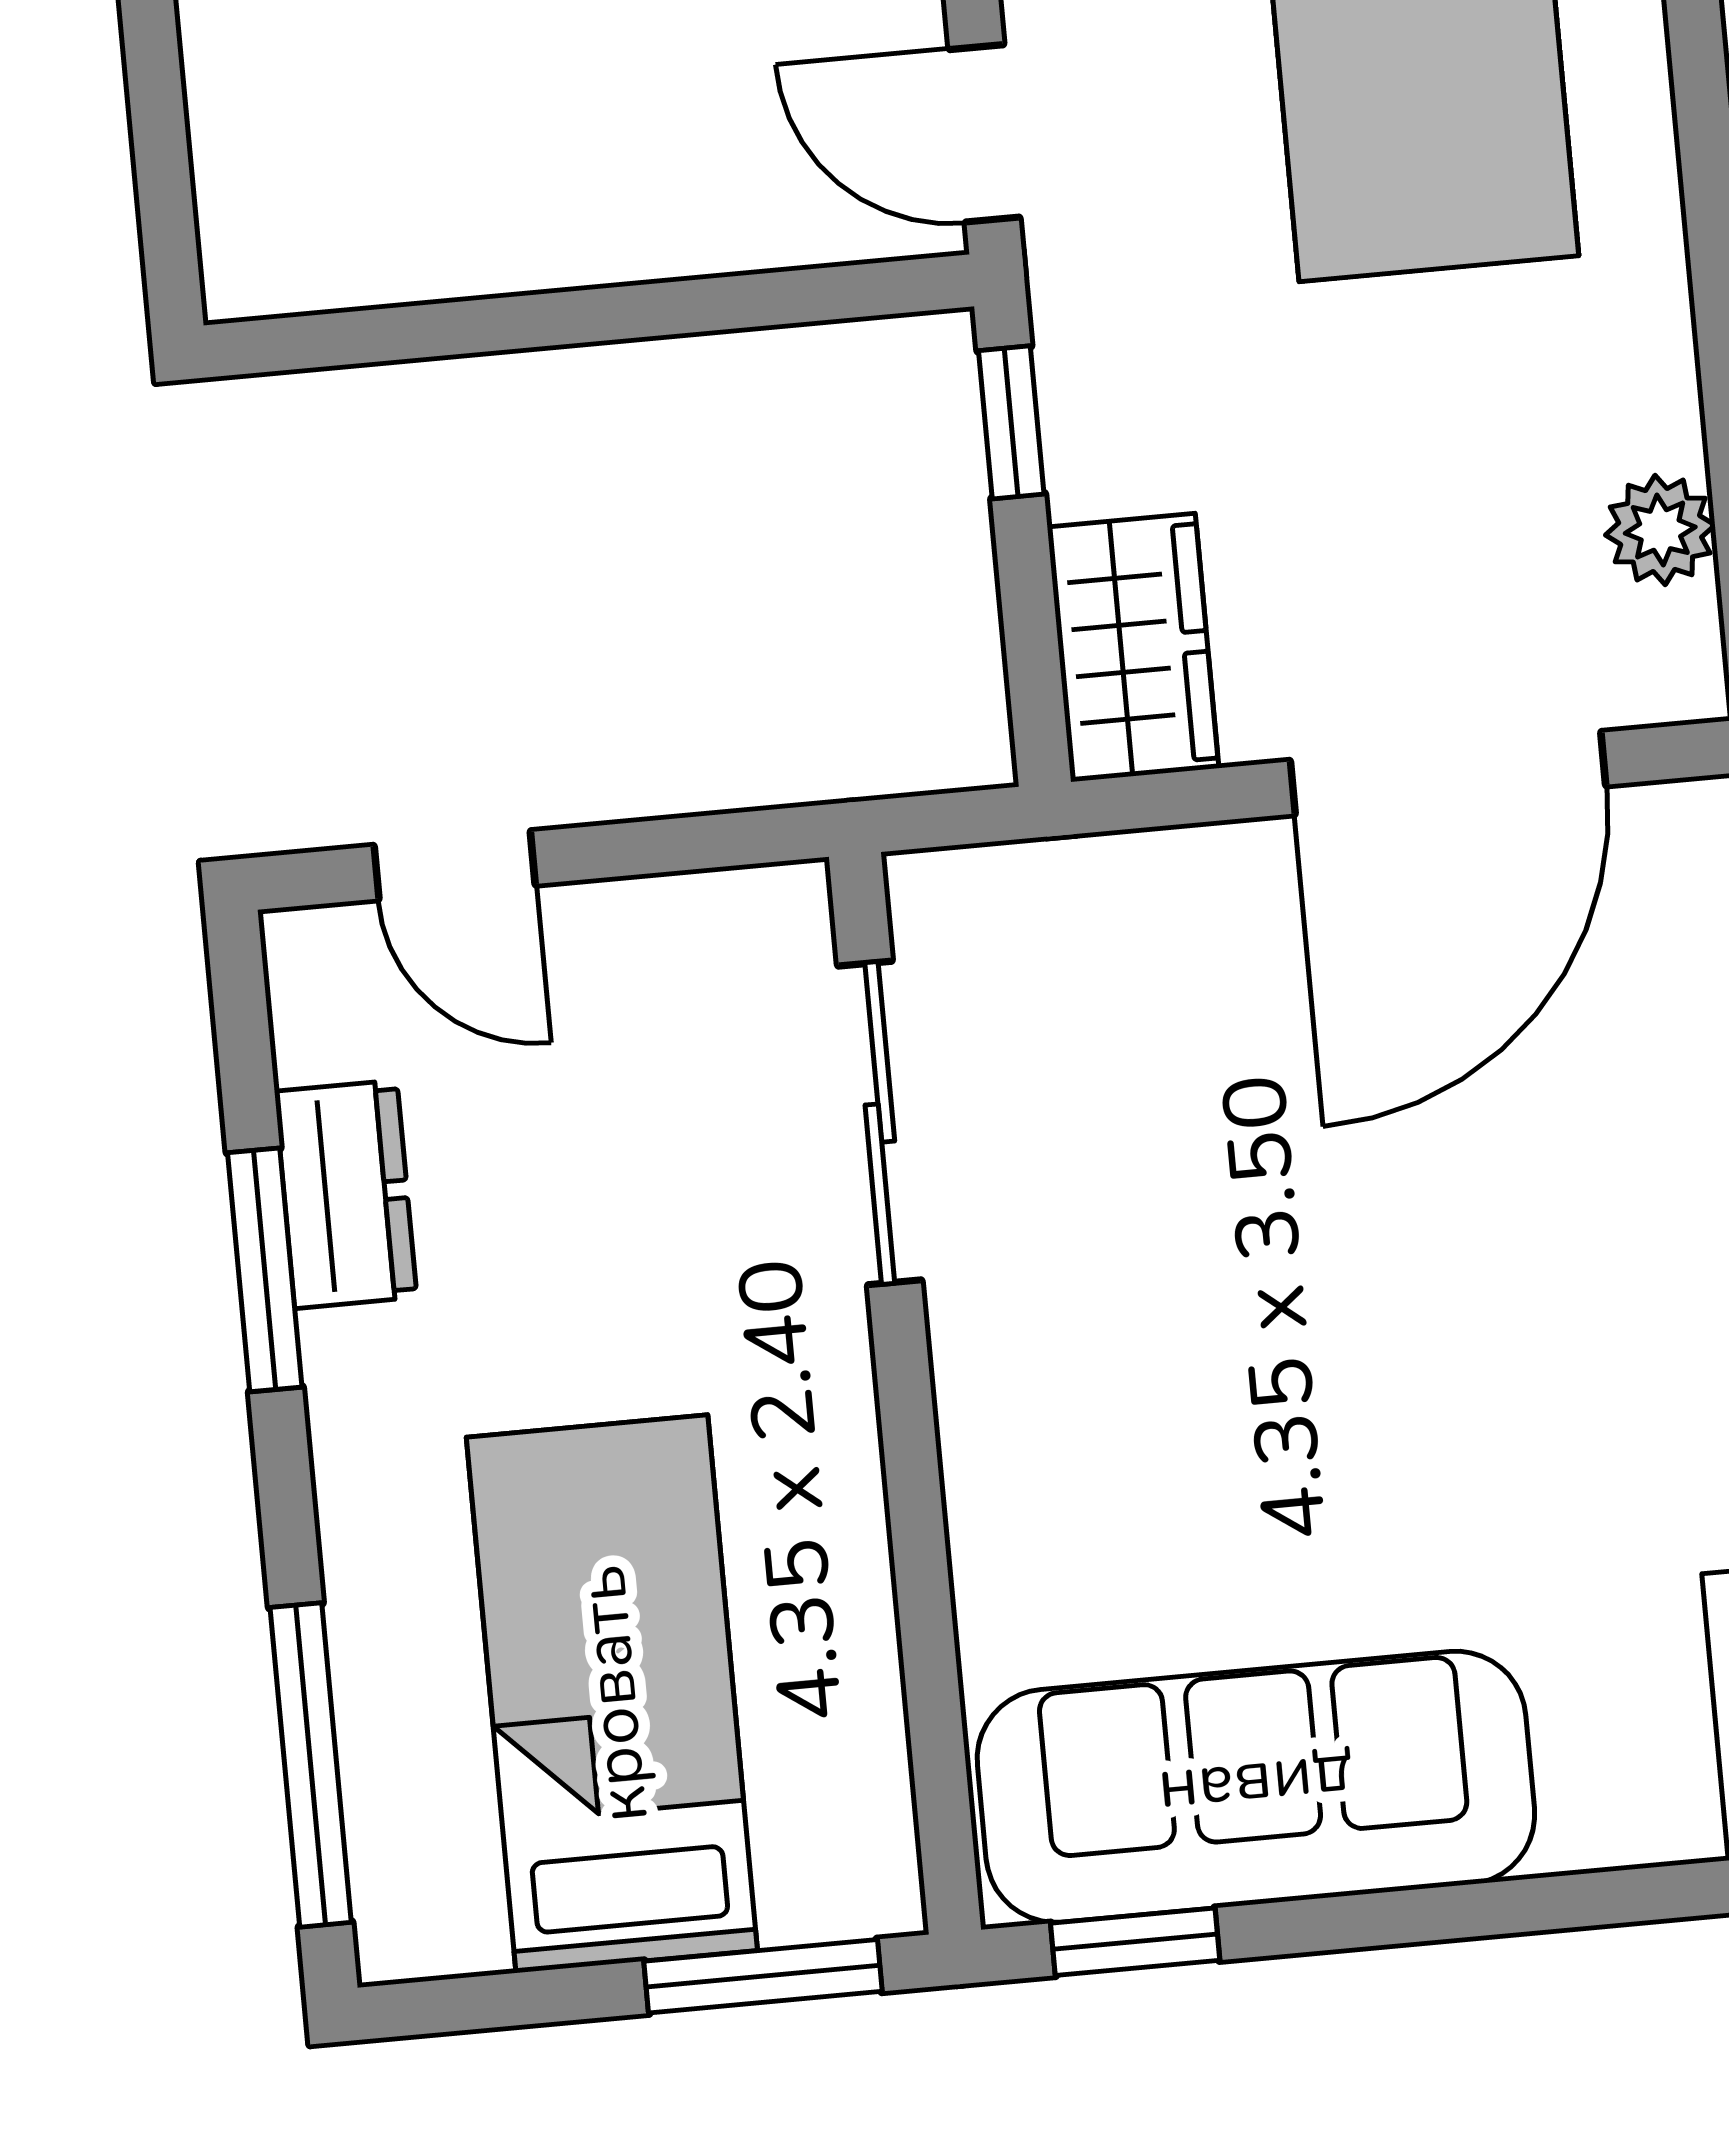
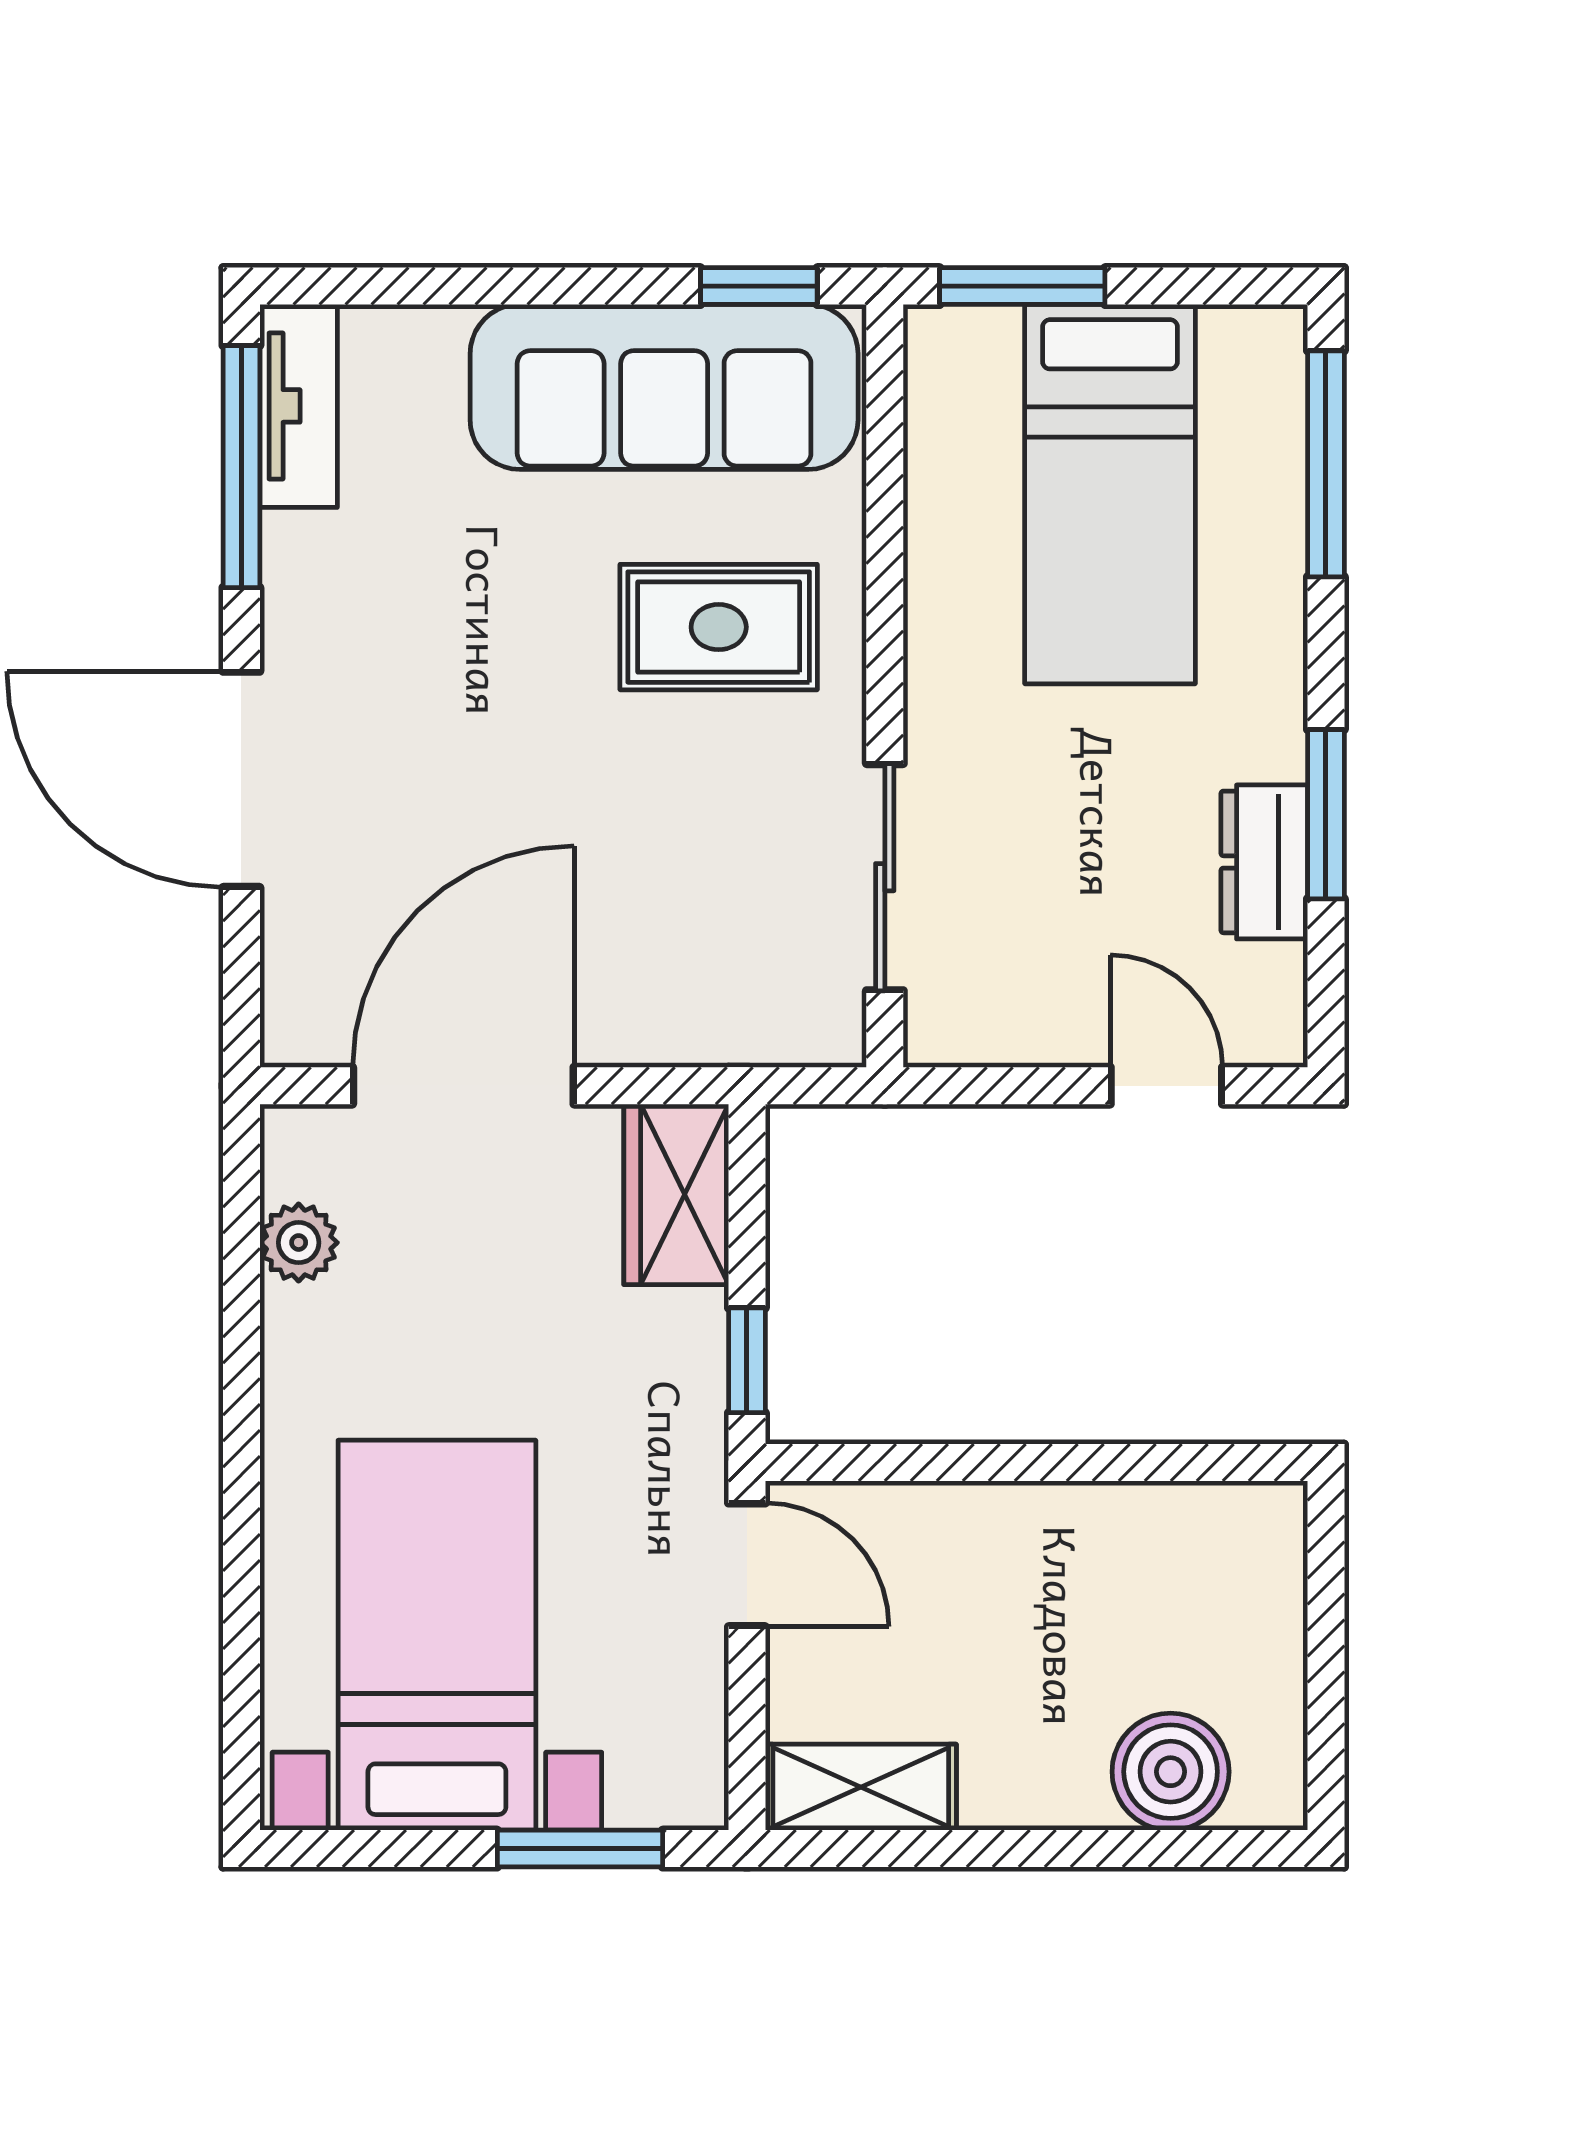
rug: (1147, 1455) -> (719, 627), added

